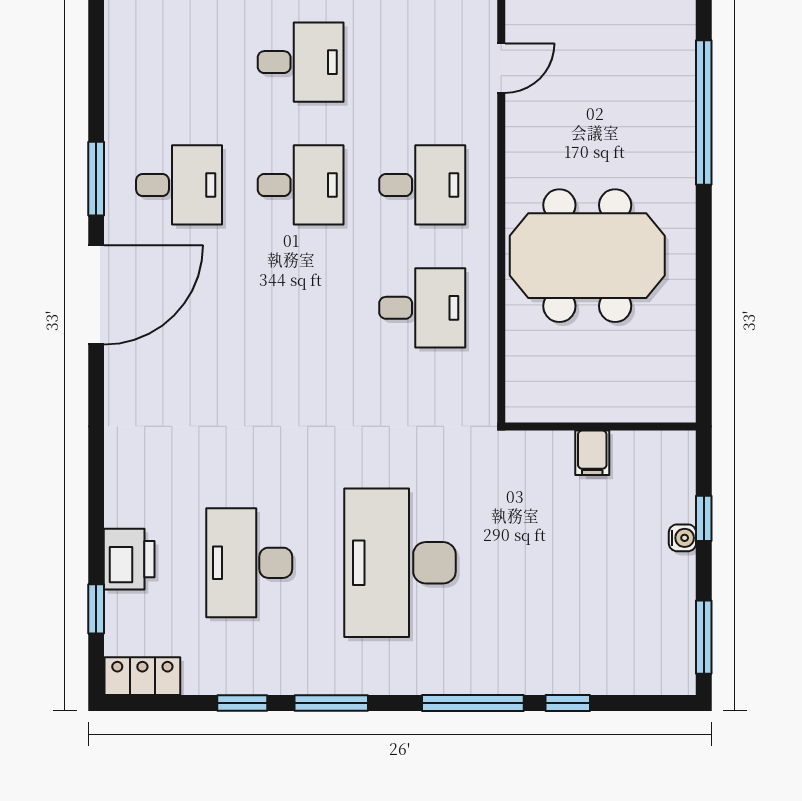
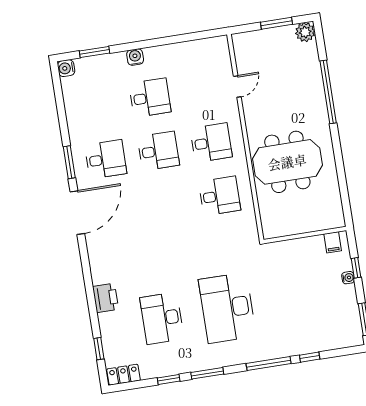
filing cabinet: (592, 453) -> (333, 242), moved
printer: (129, 559) -> (105, 298), moved

